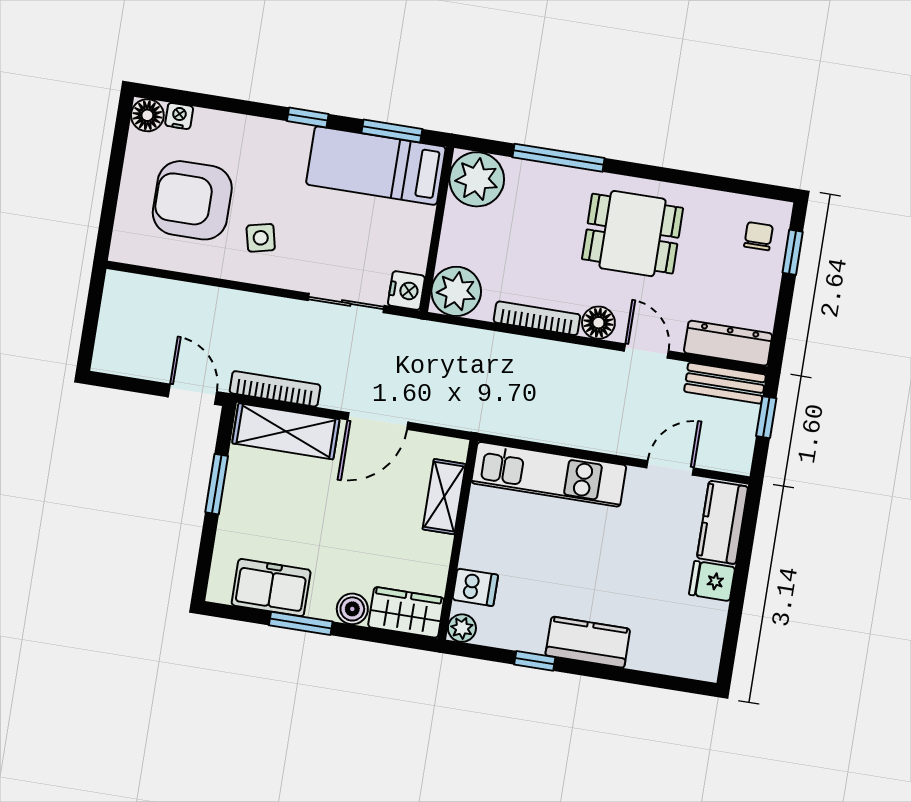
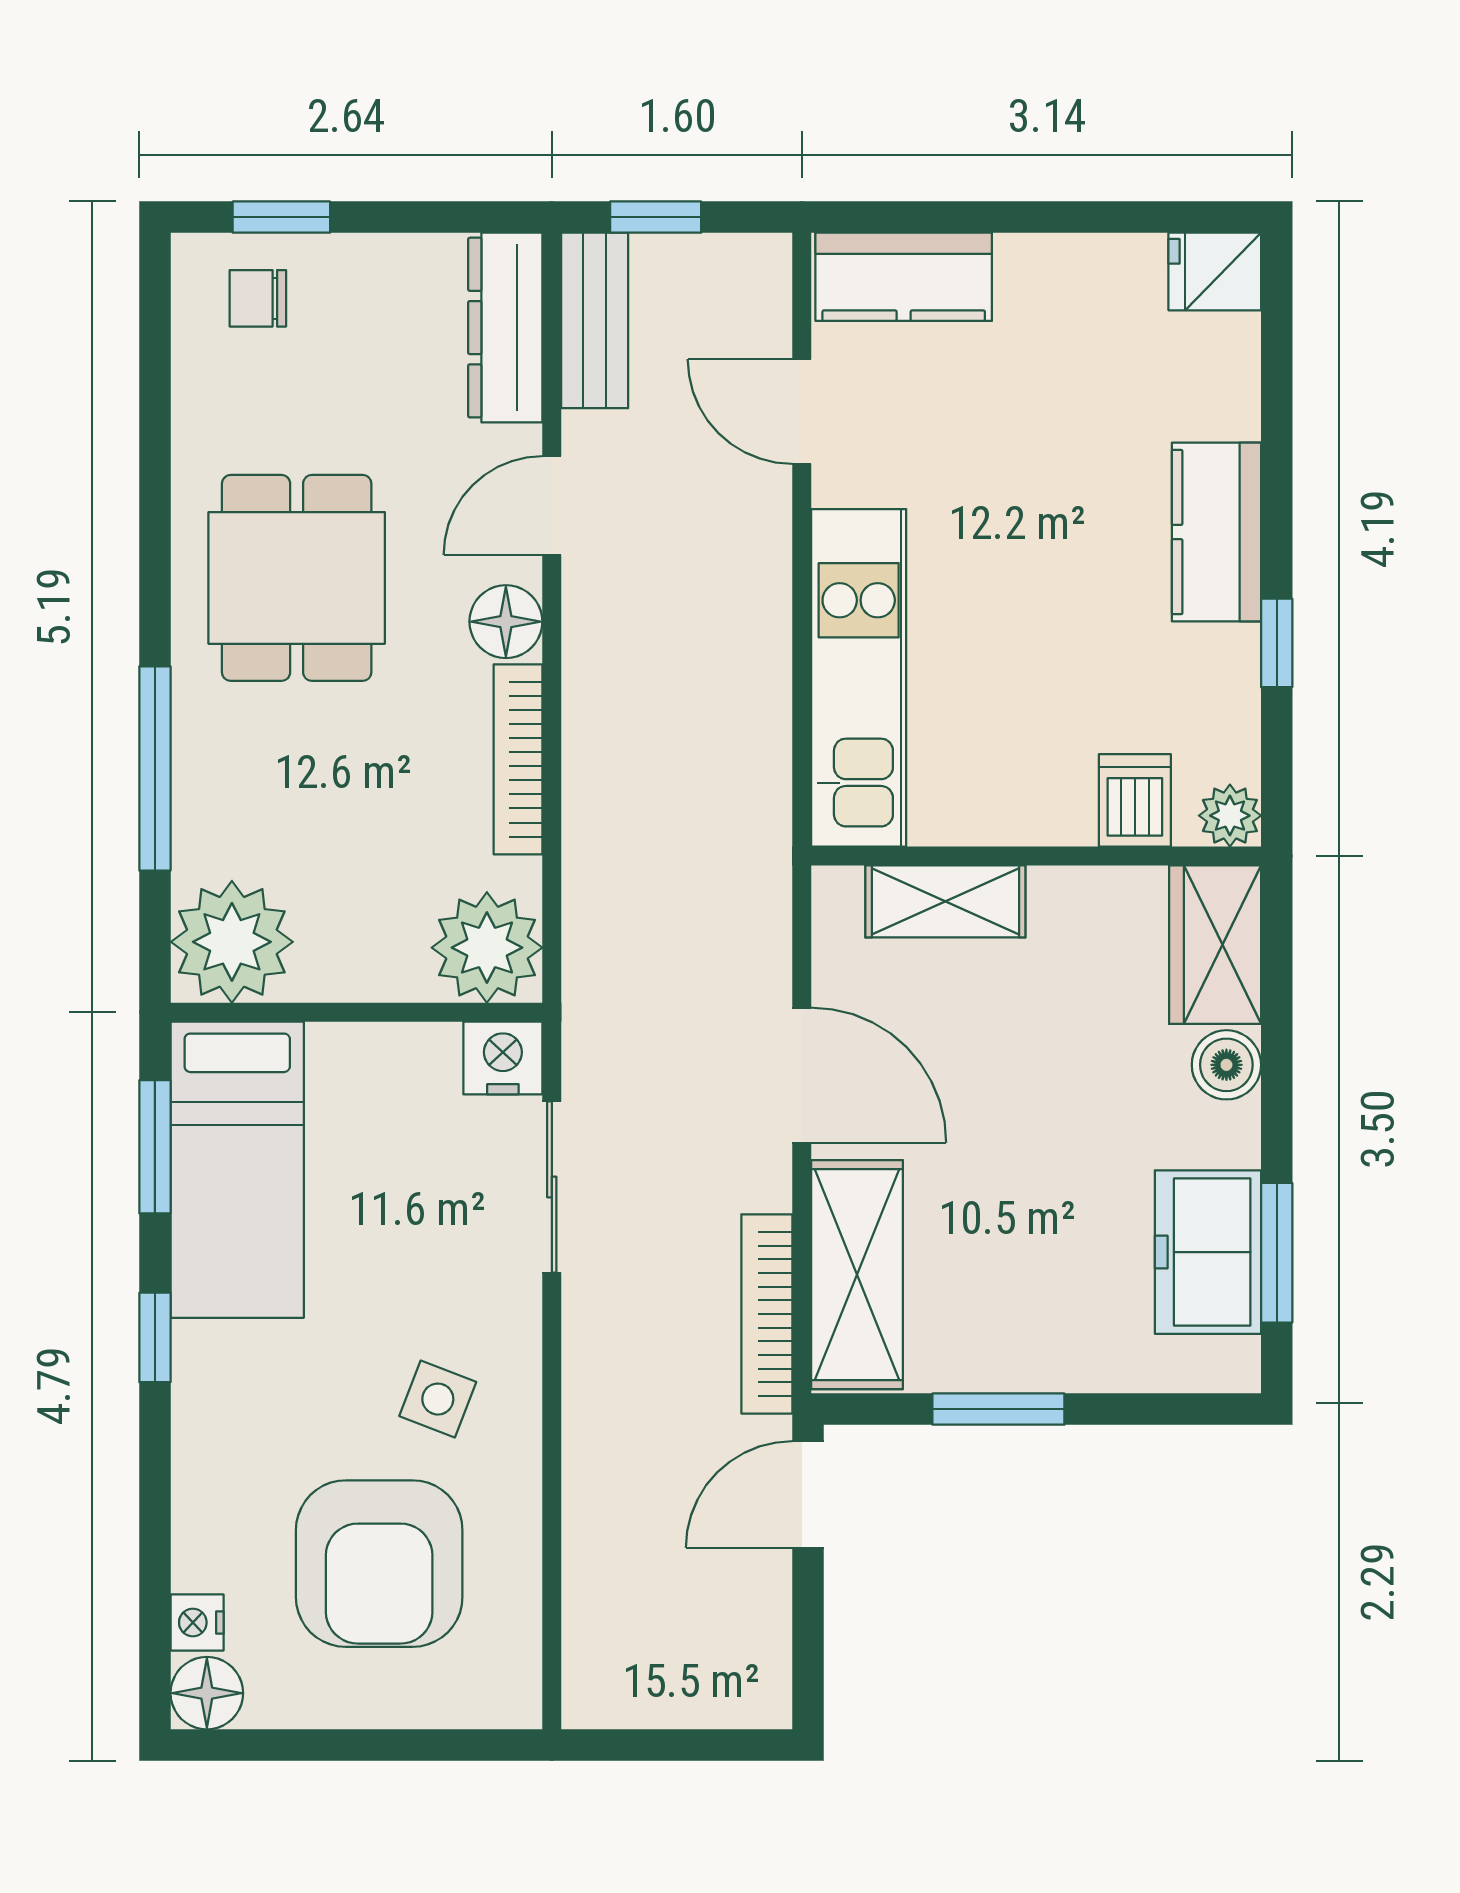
side table: (261, 238) -> (438, 1399), turned 34
fridge: (712, 581) -> (1215, 272), moved, turned 90
window: (301, 623) -> (1277, 1253), moved

